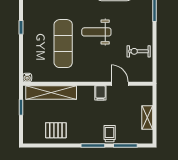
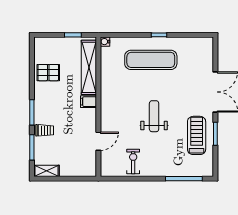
exercise mat: (63, 44) -> (151, 60), moved
filing cabinet: (100, 93) -> (88, 102), moved
shelving: (147, 117) -> (47, 171), moved
pallet: (56, 130) -> (48, 73), turned 90

